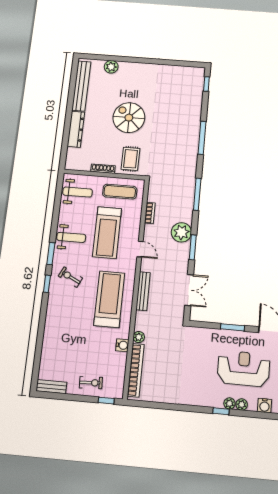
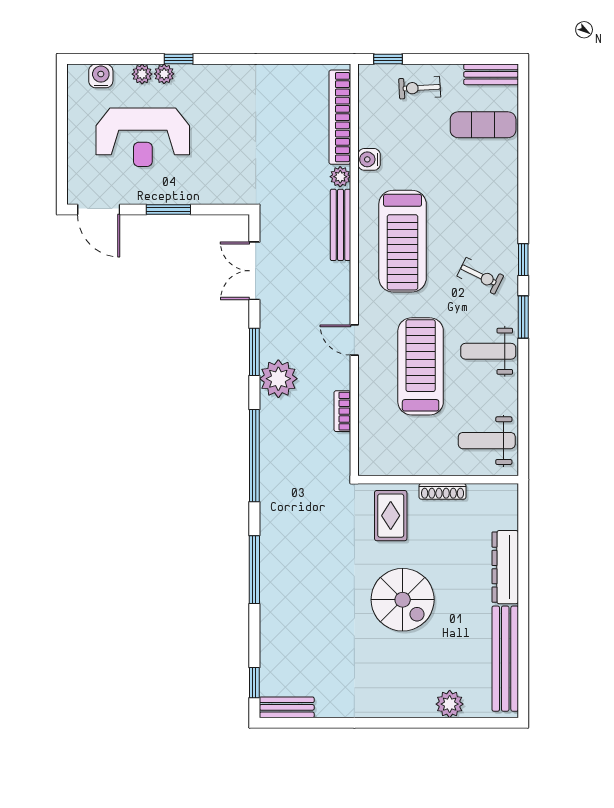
bench: (191, 71) -> (287, 707), added
exercise mat: (120, 192) -> (483, 125), moved
window: (197, 194) -> (254, 456), width x1.46
bench: (143, 291) -> (341, 225), moved

